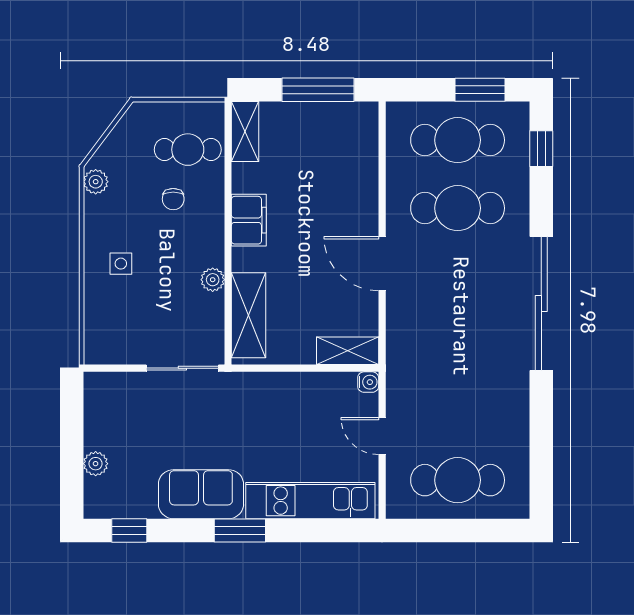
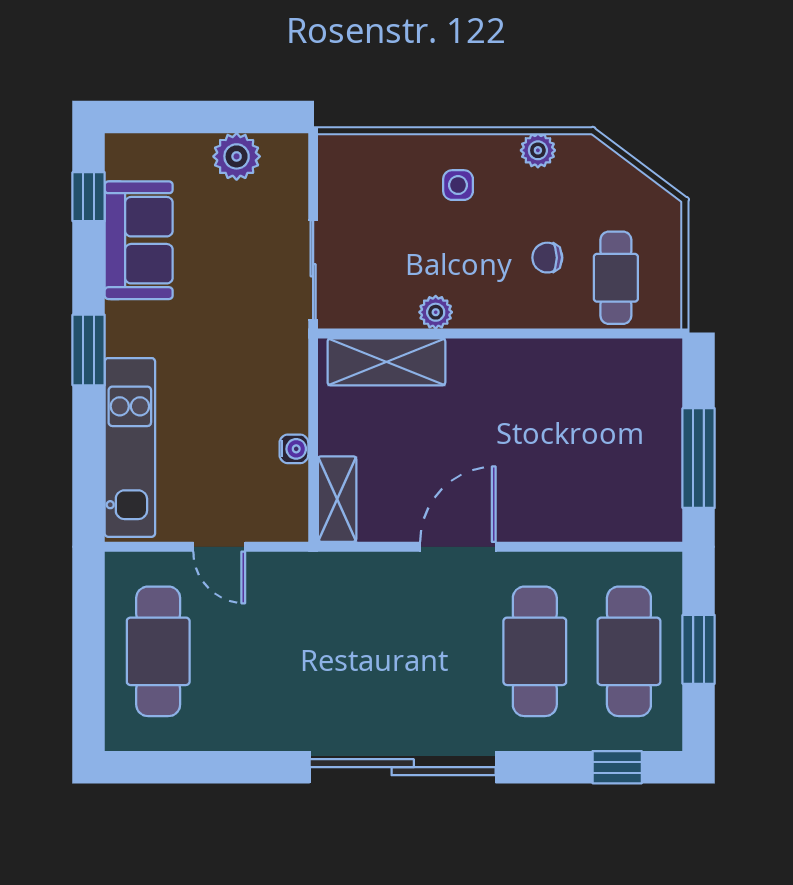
window: (480, 90) -> (699, 649), moved
shelving: (245, 131) -> (641, 357), removed
plant: (96, 182) -> (538, 150), moved
filing cabinet: (249, 220) -> (518, 362), removed
water cooler: (368, 382) -> (294, 449), moved, turned -90
door: (382, 436) -> (219, 547), swing flipped
plant: (96, 464) -> (237, 156), moved, width x1.38, depth x1.38
sofa: (201, 494) -> (139, 240), moved

